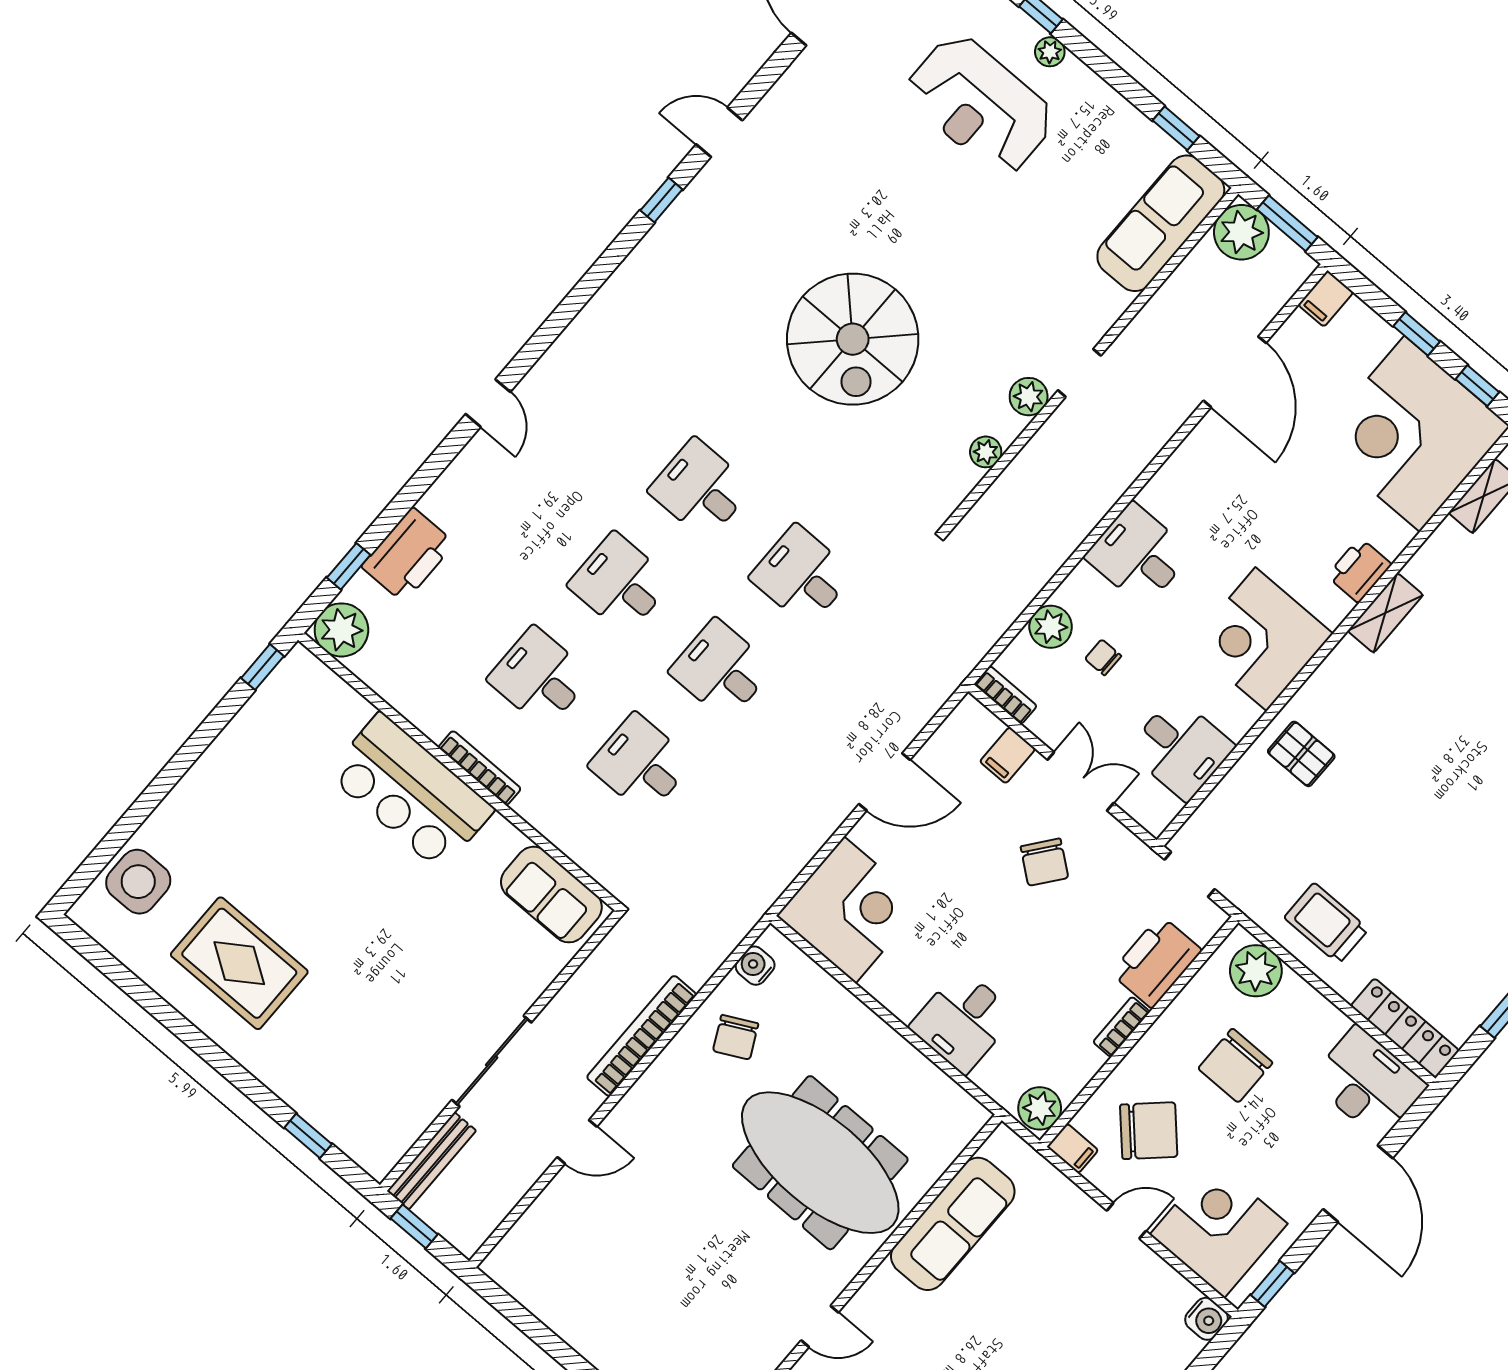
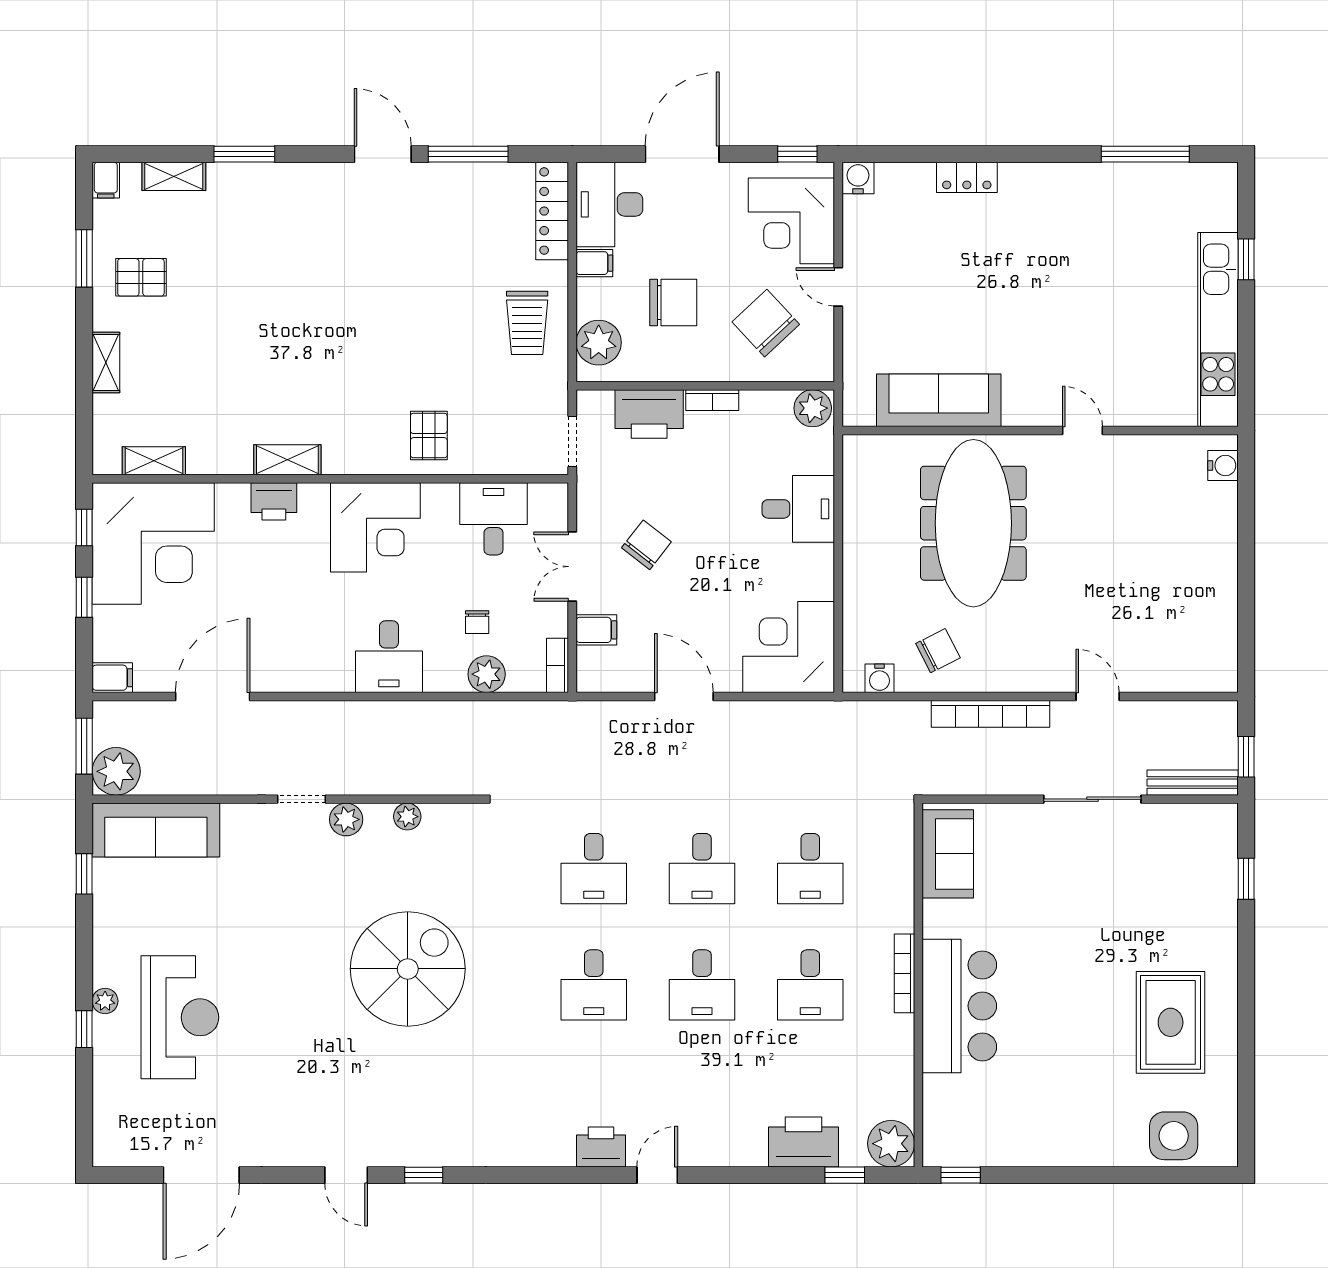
printer: (554, 375) -> (601, 1147), added
filing cabinet: (1073, 1148) -> (594, 263), moved, turned 90

